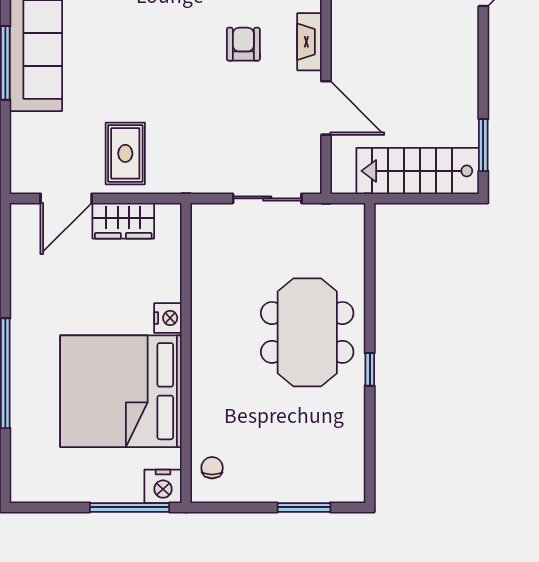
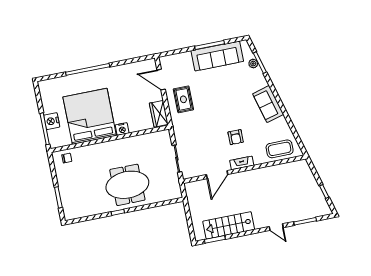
armchair: (243, 44) -> (236, 137), turned 90
rug: (125, 153) -> (183, 99), turned 90
stairs: (418, 171) -> (229, 225), moved, turned -90
wardrobe: (123, 221) -> (159, 114), moved
nightstand: (163, 486) -> (52, 121), moved

